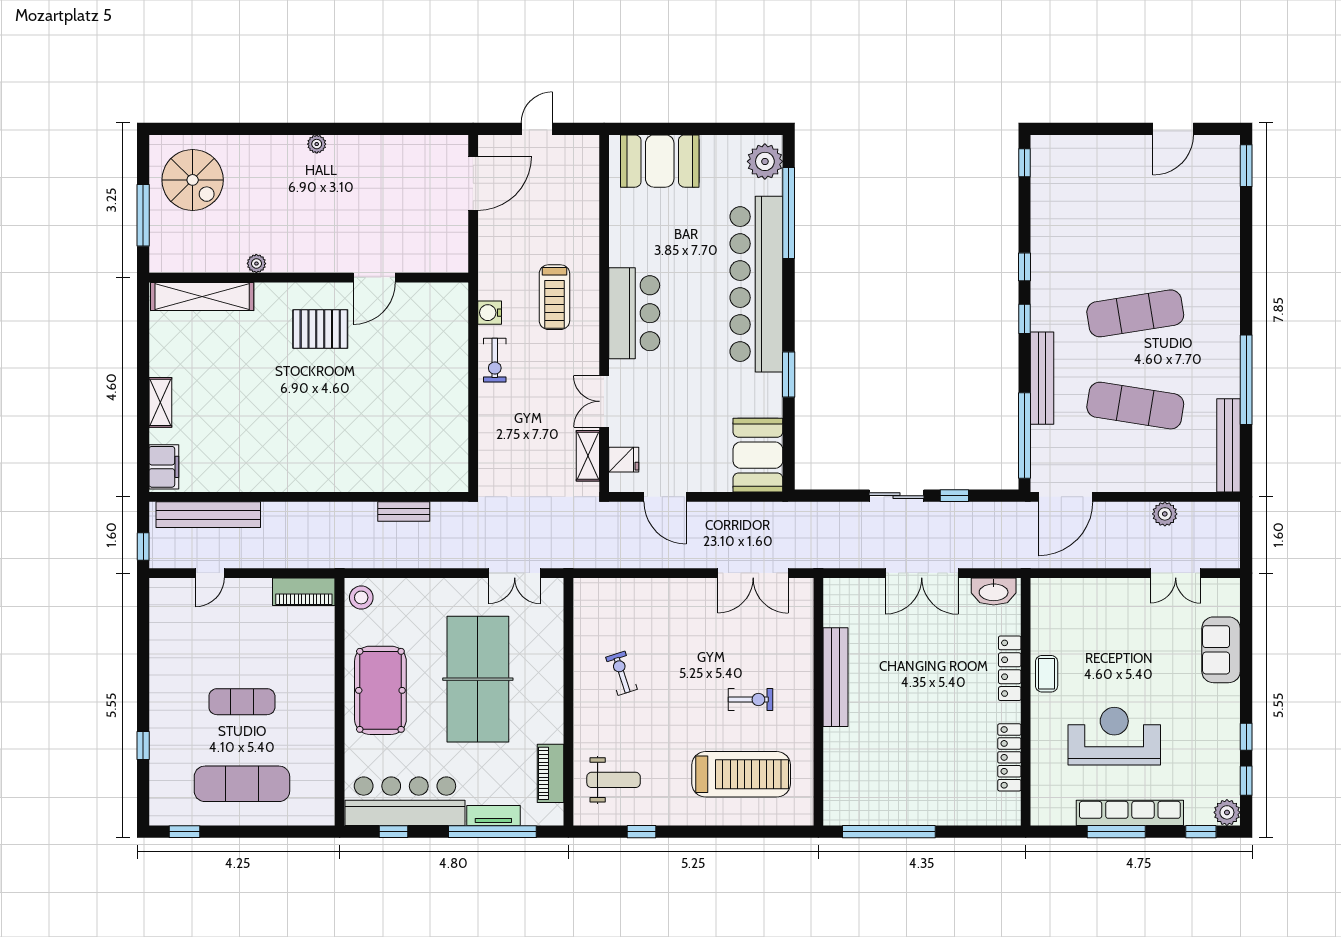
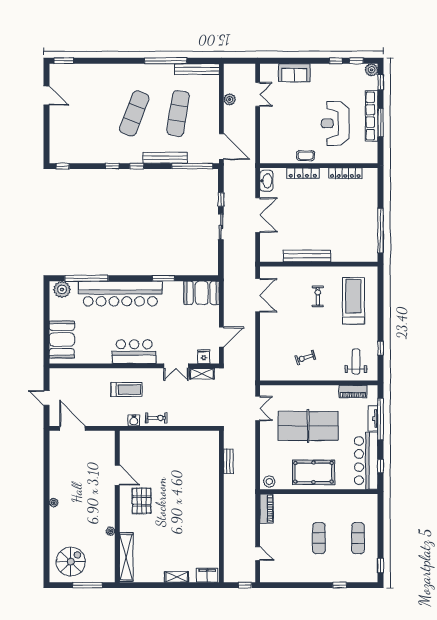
exercise mat: (1135, 313) -> (134, 113), turned 30
bench: (208, 515) -> (230, 554), removed
exercise mat: (242, 784) -> (358, 538), width x0.73, depth x0.69

